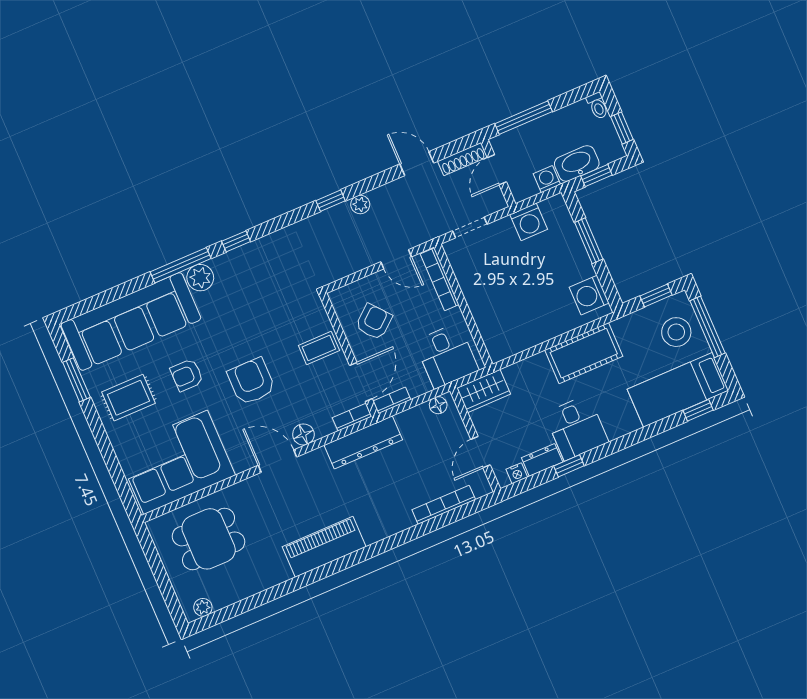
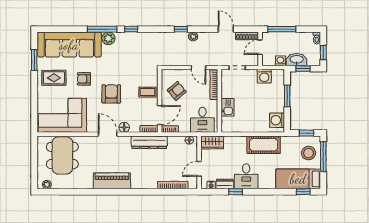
kitchen sink: (484, 311) -> (228, 107), added
dining table: (209, 539) -> (62, 155), width x1.38

